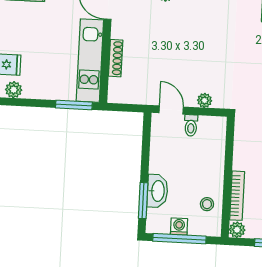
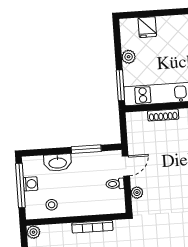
plant: (14, 90) -> (129, 57), moved
bookcase: (237, 196) -> (92, 227), moved
window: (143, 201) -> (86, 149), moved

